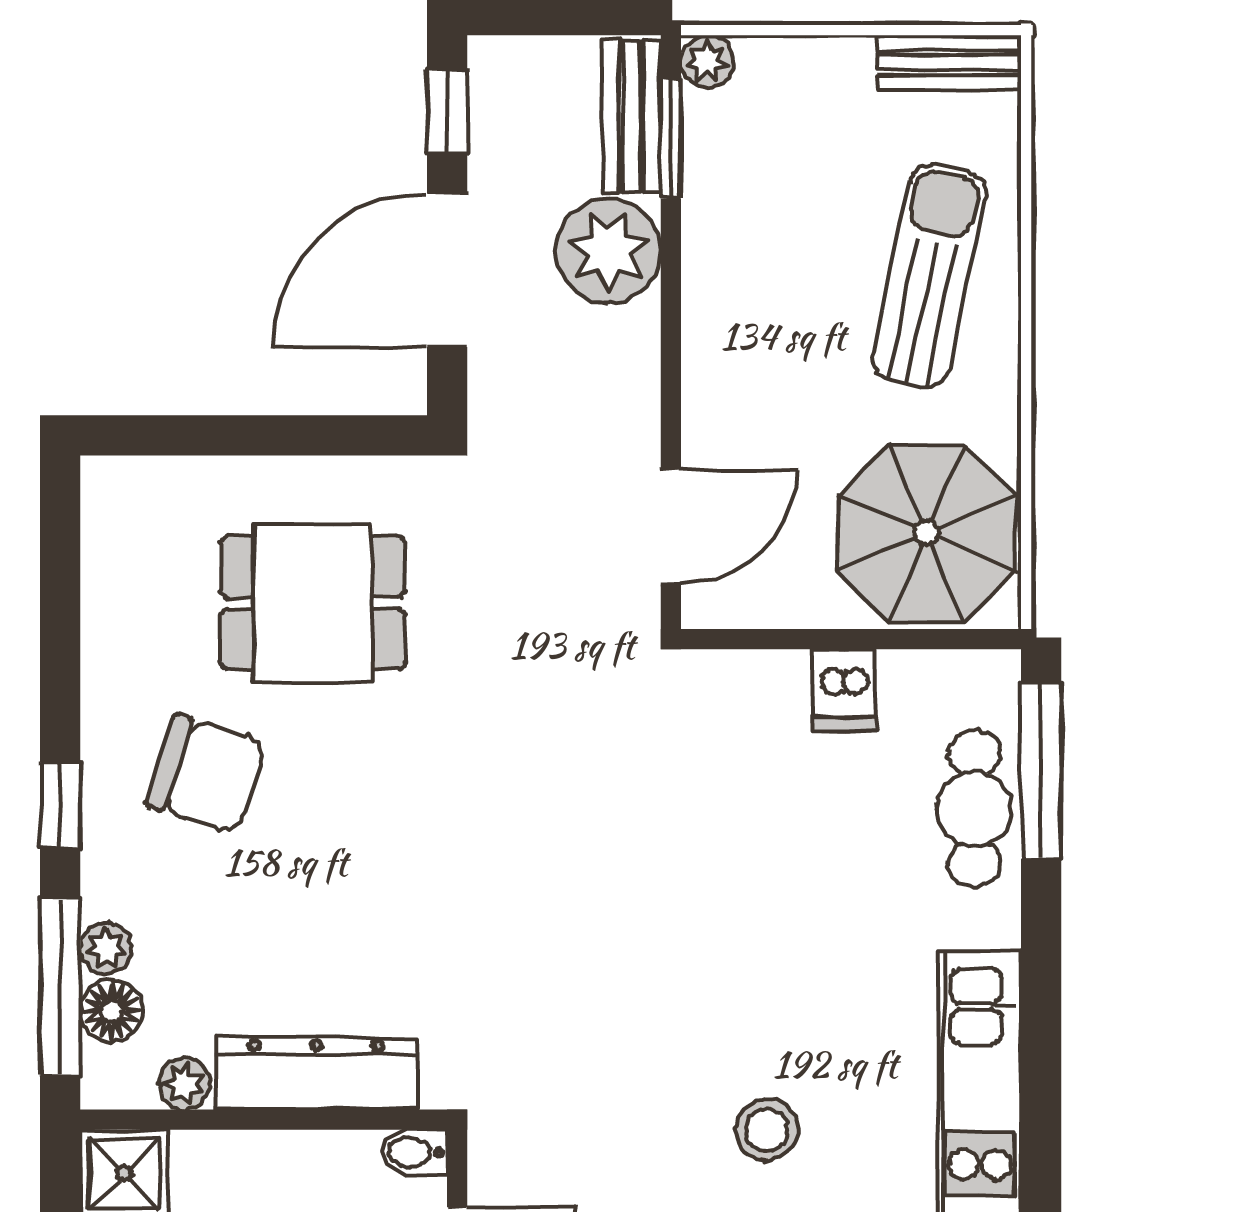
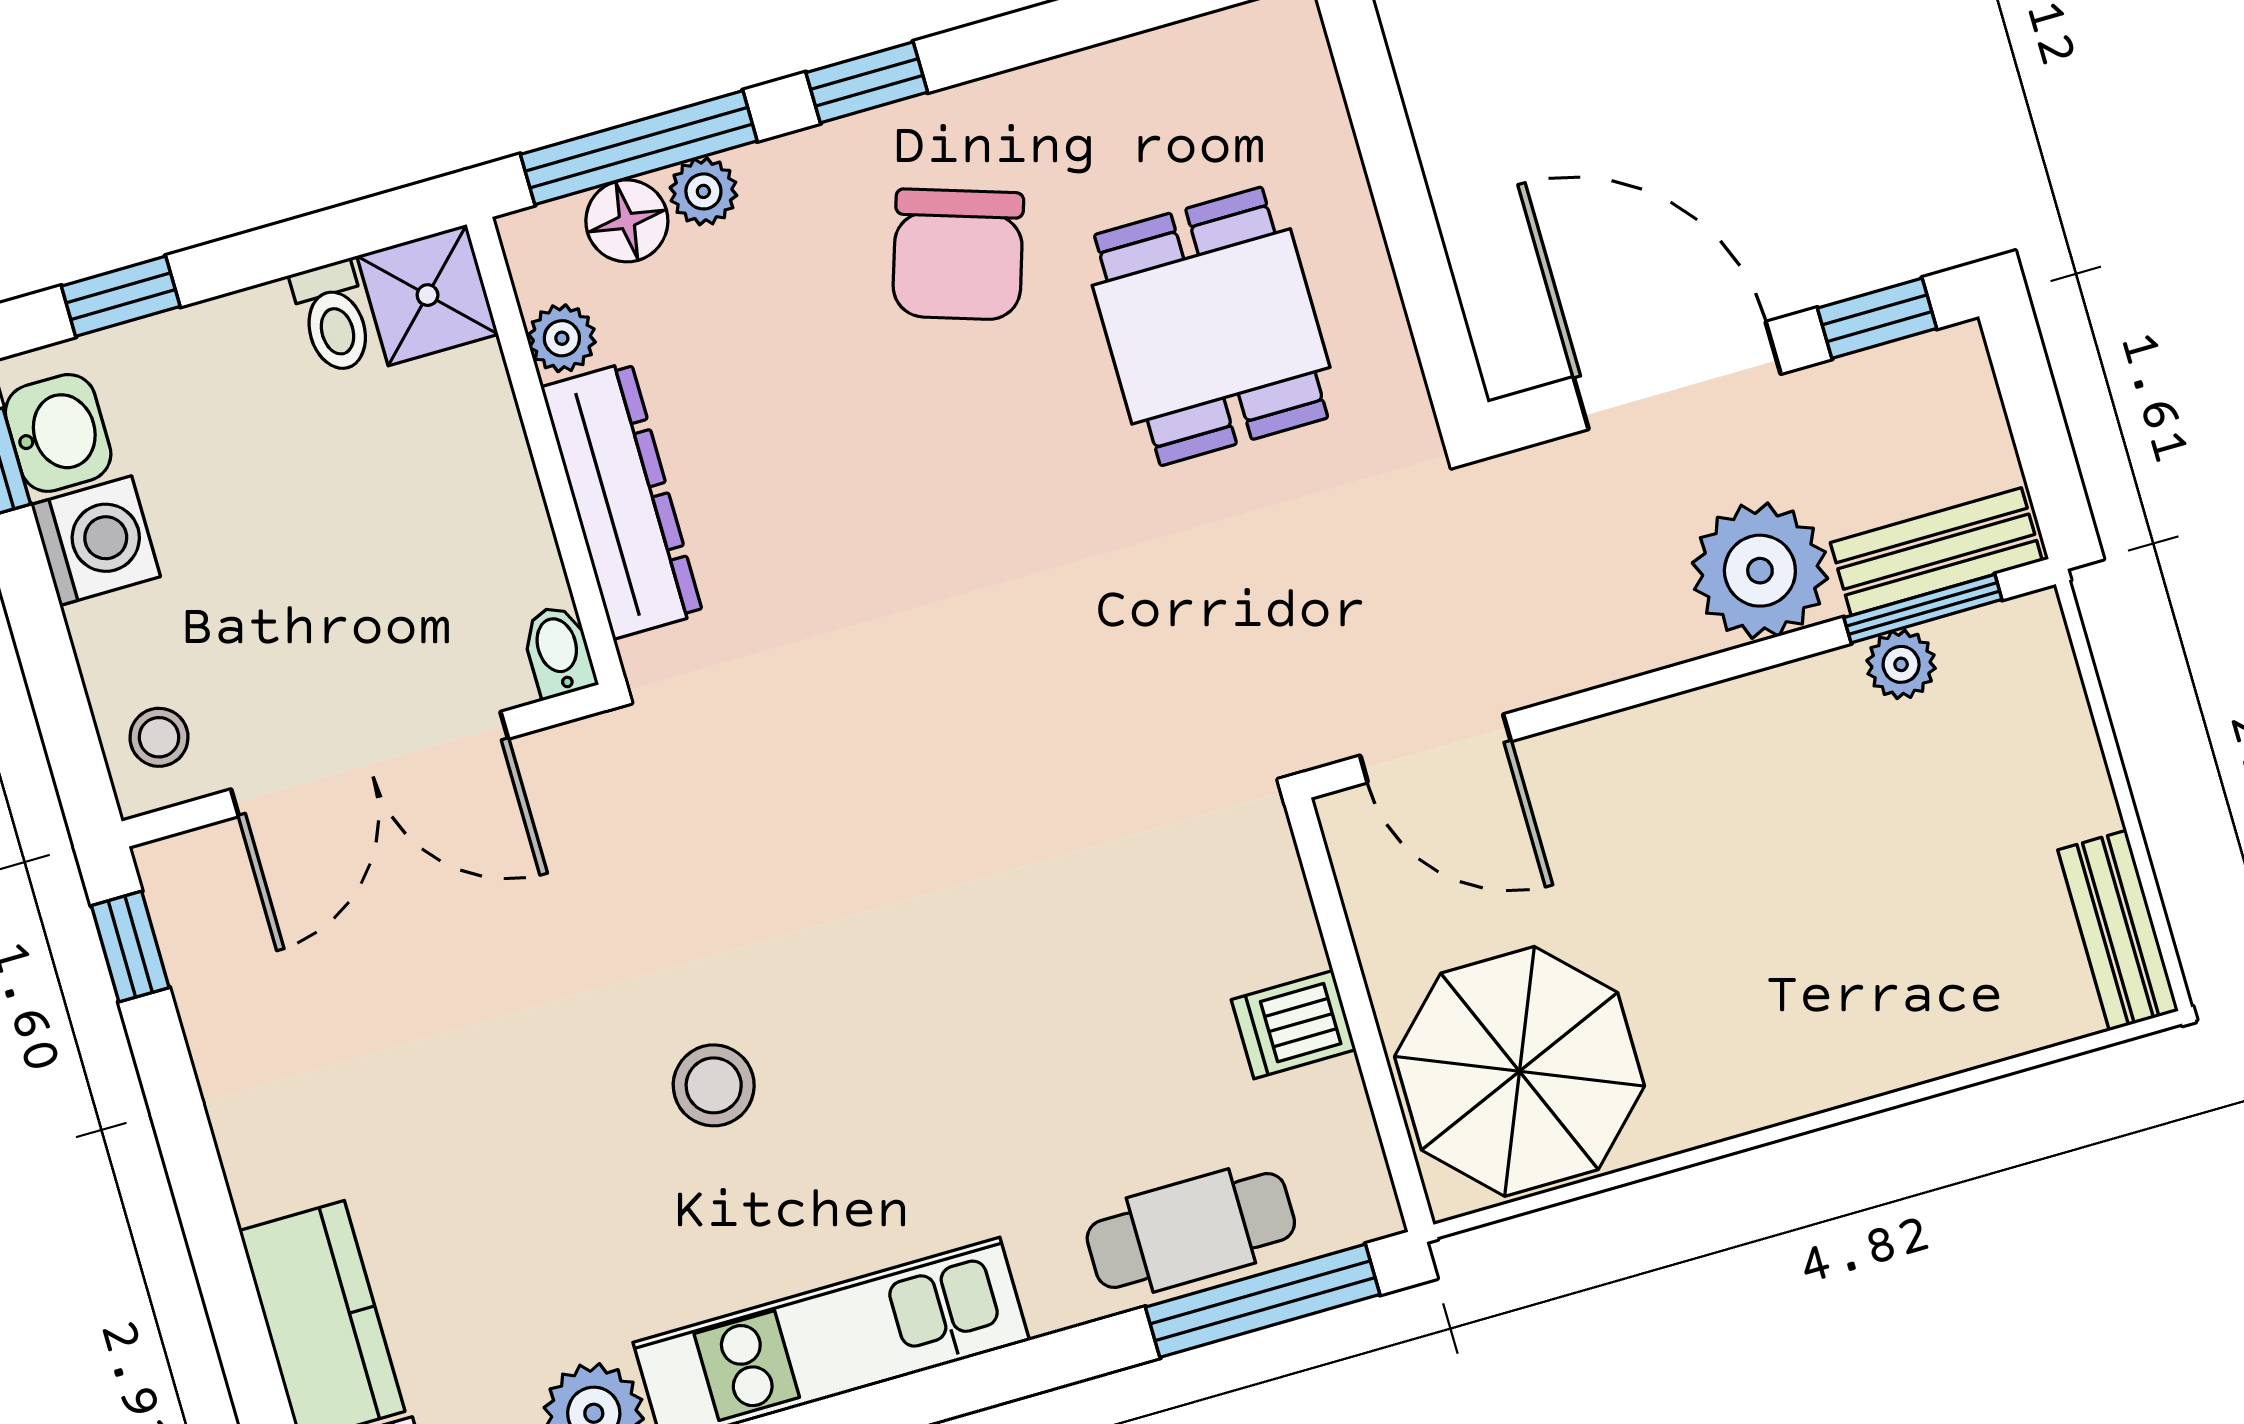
plant: (707, 62) -> (1901, 664), moved
sun lounger: (929, 276) -> (1843, 982), removed

